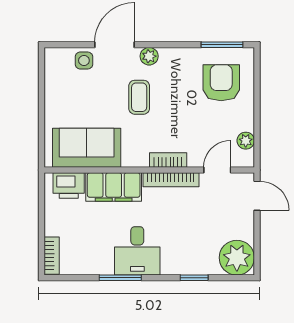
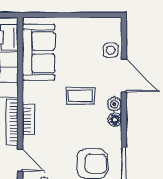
floor lamp: (168, 55) -> (115, 120), added

